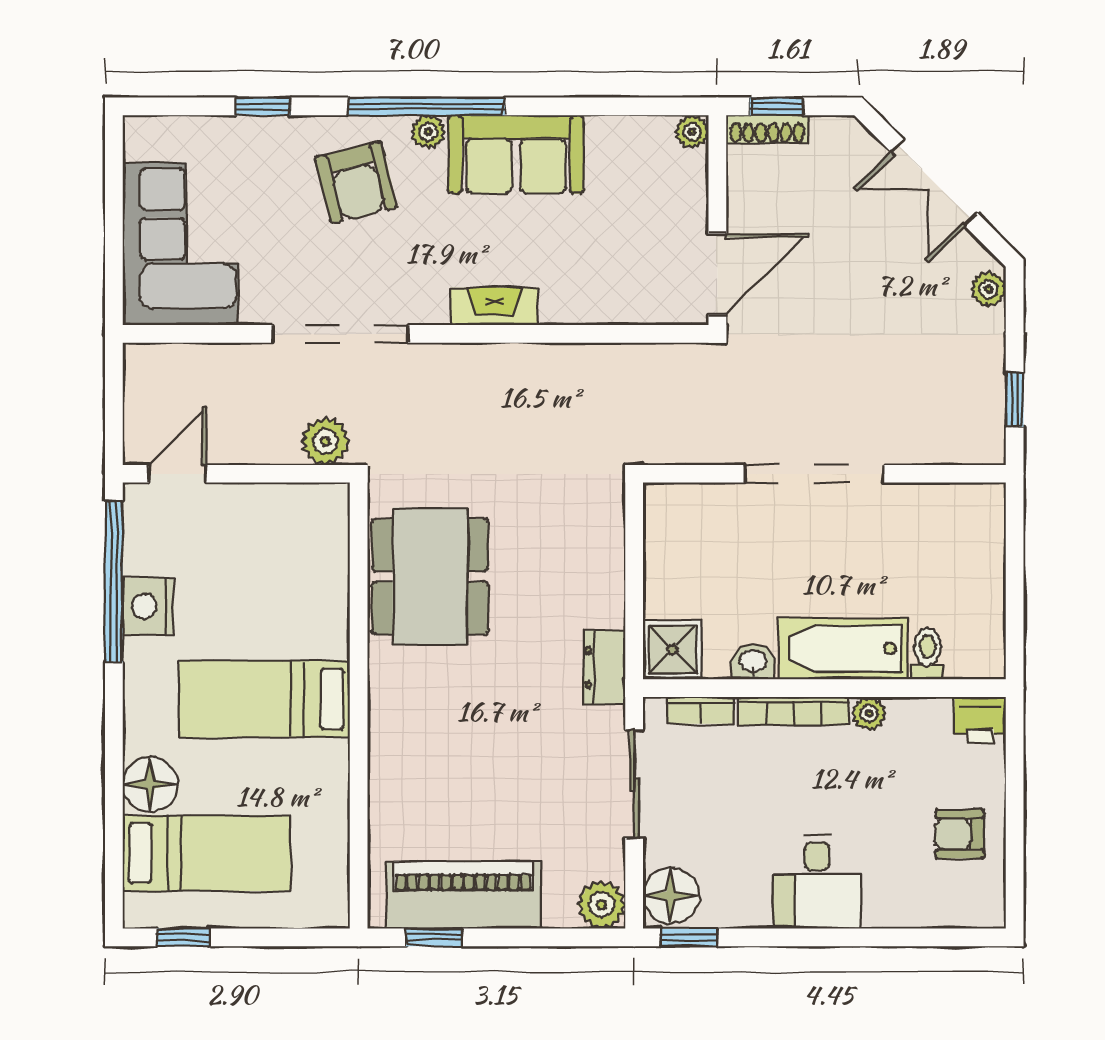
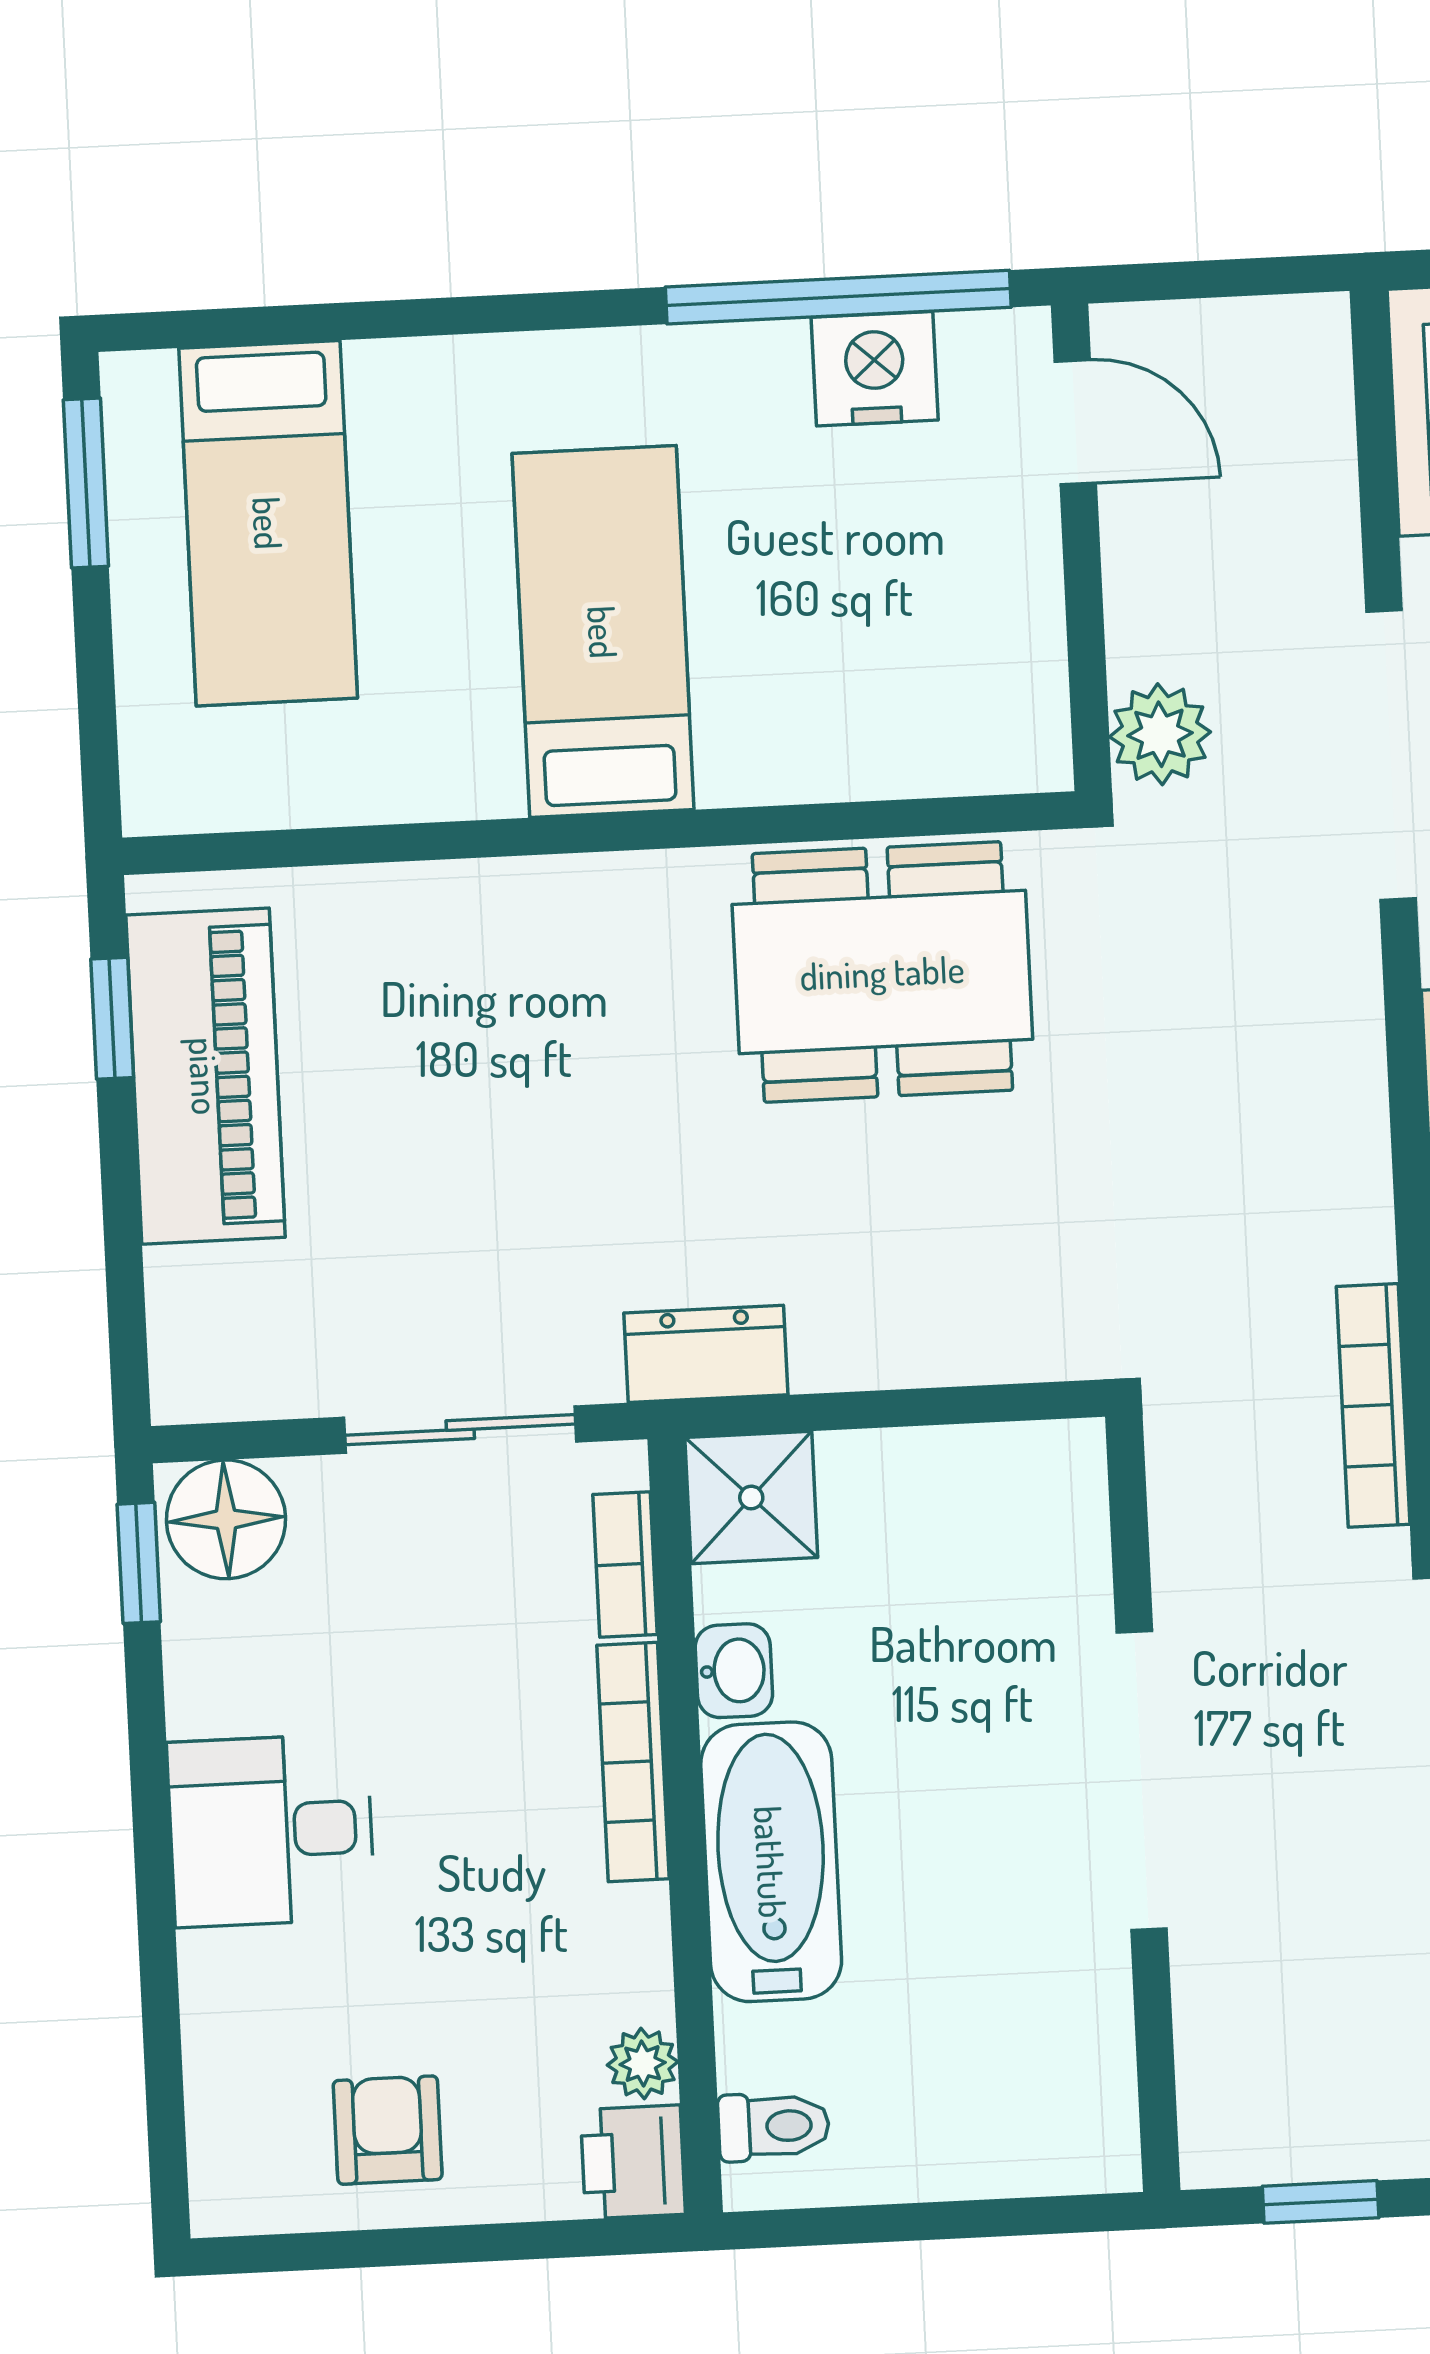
bookcase: (644, 357) -> (1373, 1405), added
nightstand: (148, 606) -> (875, 369), moved
toilet: (927, 654) -> (774, 2126), moved
plant: (869, 713) -> (643, 2063), moved
floor lamp: (150, 784) -> (409, 396), removed
plant: (601, 905) -> (199, 1372), removed
window: (183, 937) -> (86, 483), width x1.50

